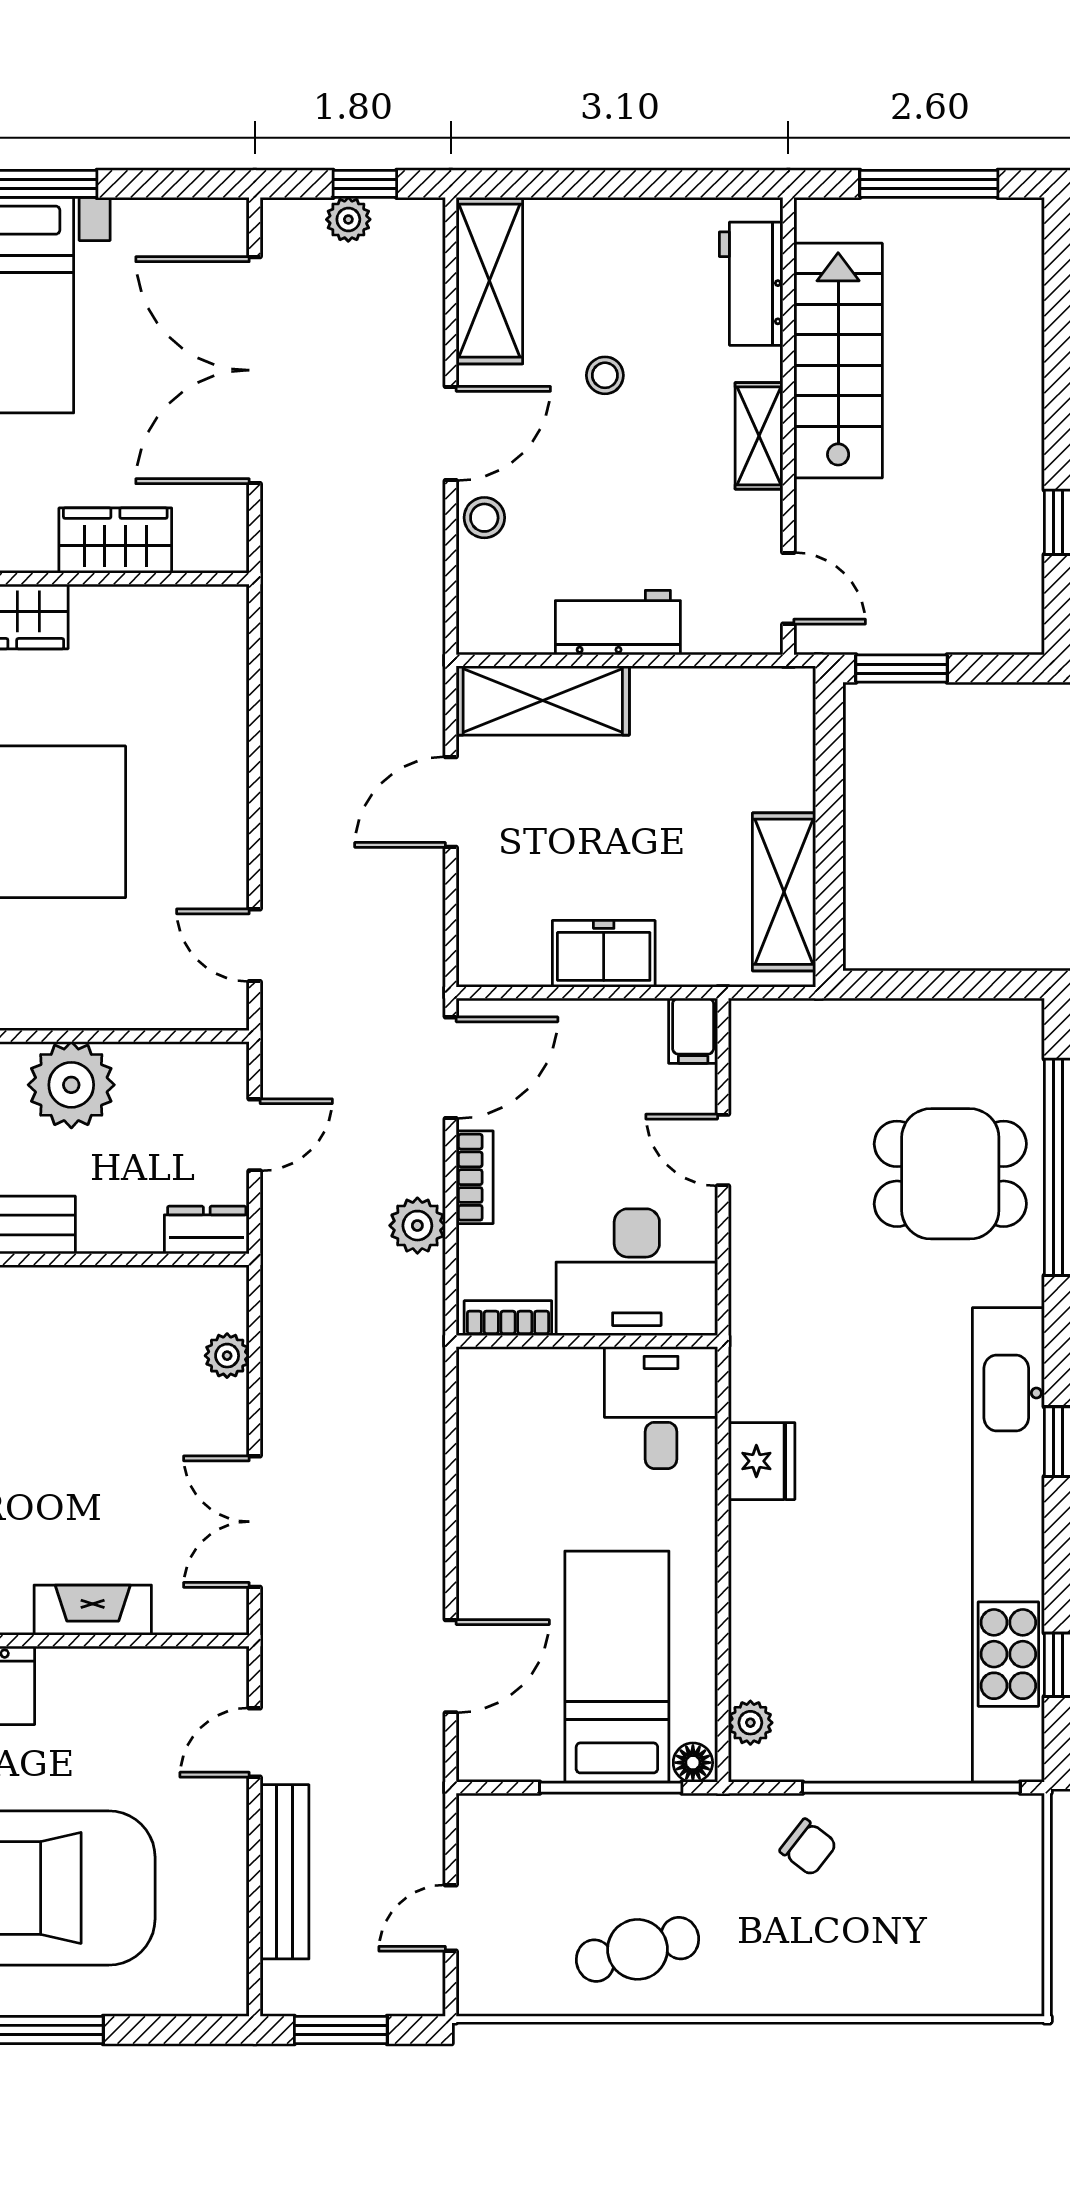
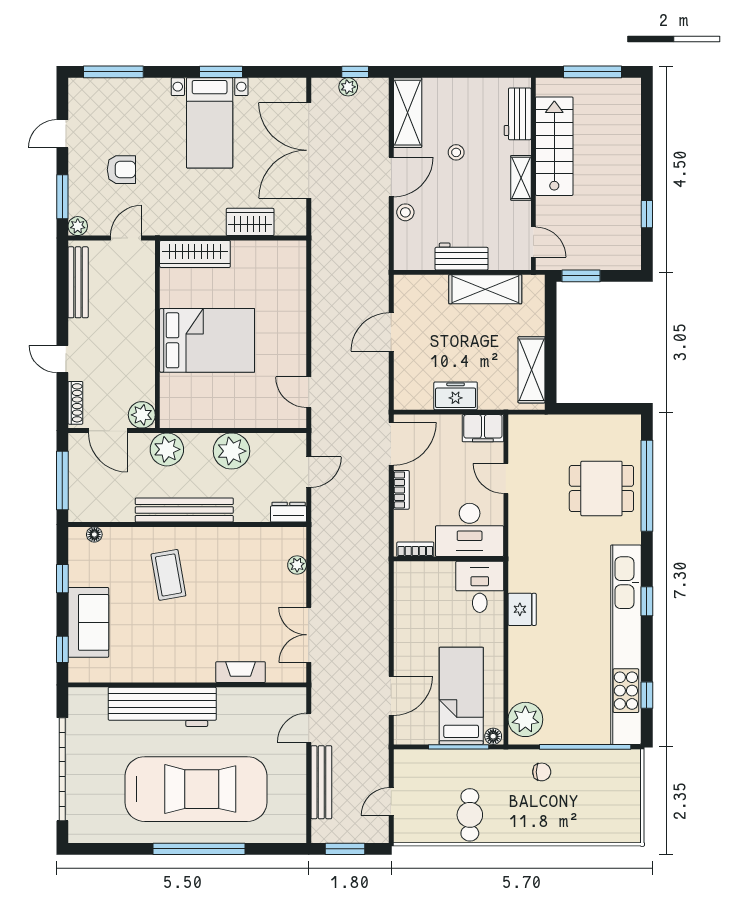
shelving: (543, 700) -> (485, 289), moved
filing cabinet: (693, 1031) -> (483, 428), width x2.00
plant: (417, 1226) -> (377, 510), removed
plant: (750, 1723) -> (525, 719), width x1.88, depth x1.88
chair: (808, 1847) -> (542, 772), turned -38
cafe table: (637, 1949) -> (470, 815), turned -75

